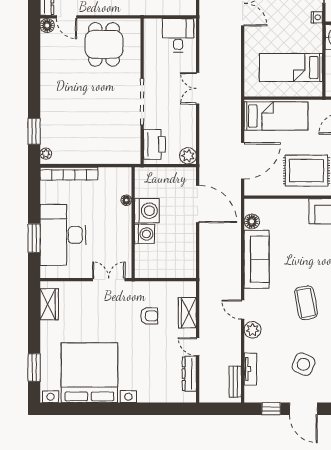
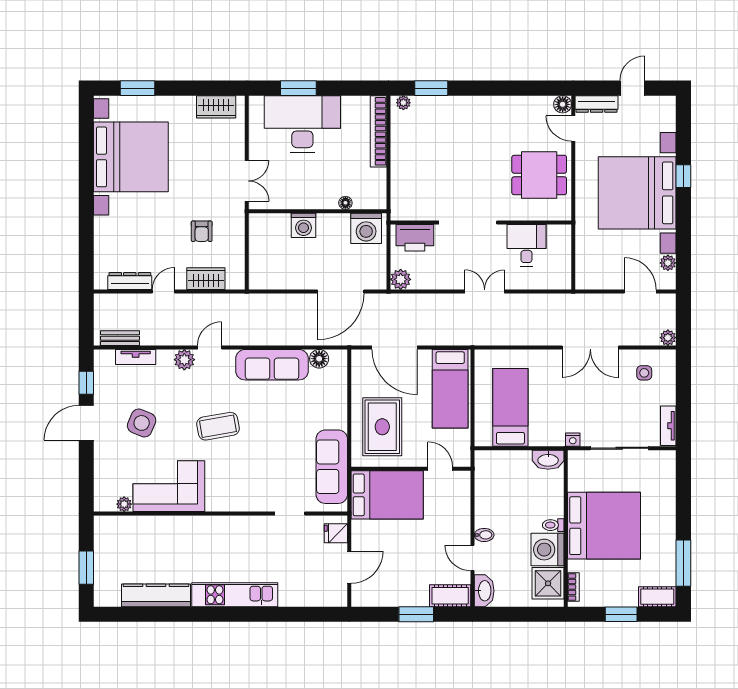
door: (67, 17) -> (573, 128), hinge flipped
desk: (178, 35) -> (526, 245), moved, turned -90
washing machine: (147, 211) -> (366, 228), moved

